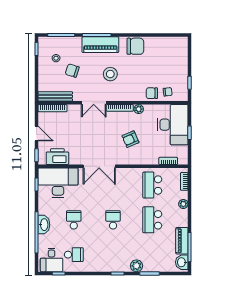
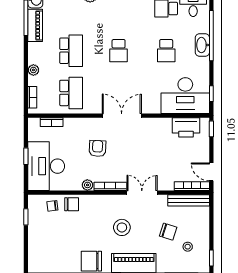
door: (36, 134) -> (211, 172), moved
armchair: (130, 139) -> (97, 149), turned -64
double door: (99, 166) -> (122, 116), moved

